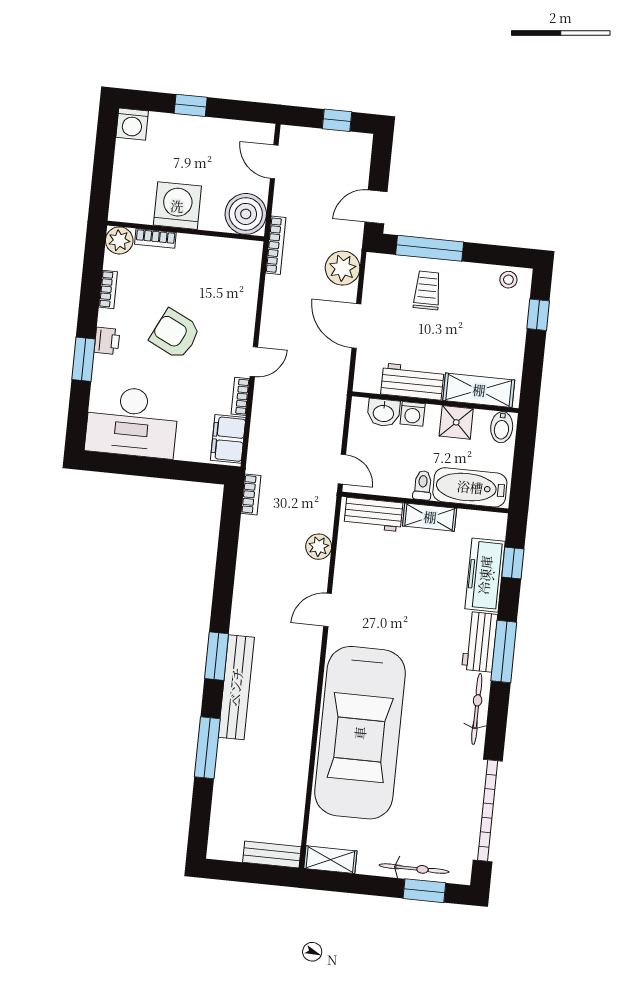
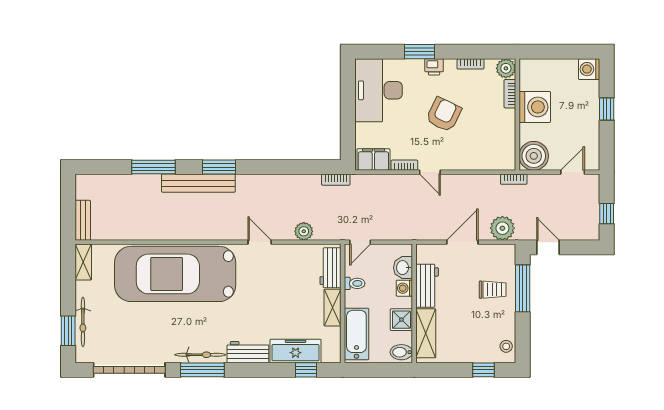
bookcase: (276, 245) -> (514, 179), width x0.64
toilet: (423, 485) -> (355, 283), moved
window: (504, 651) -> (202, 370), moved

